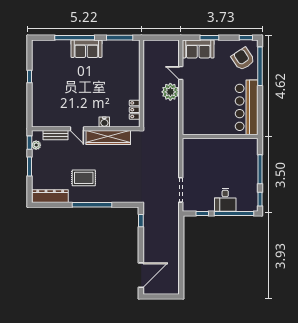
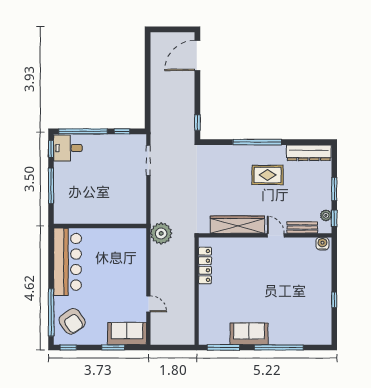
sofa: (86, 49) -> (249, 334), moved
plant: (170, 92) -> (161, 233), moved
locker: (135, 110) -> (205, 265), width x1.53
water cooler: (104, 122) -> (322, 244), moved
desk: (225, 200) -> (68, 148), moved, turned -90

